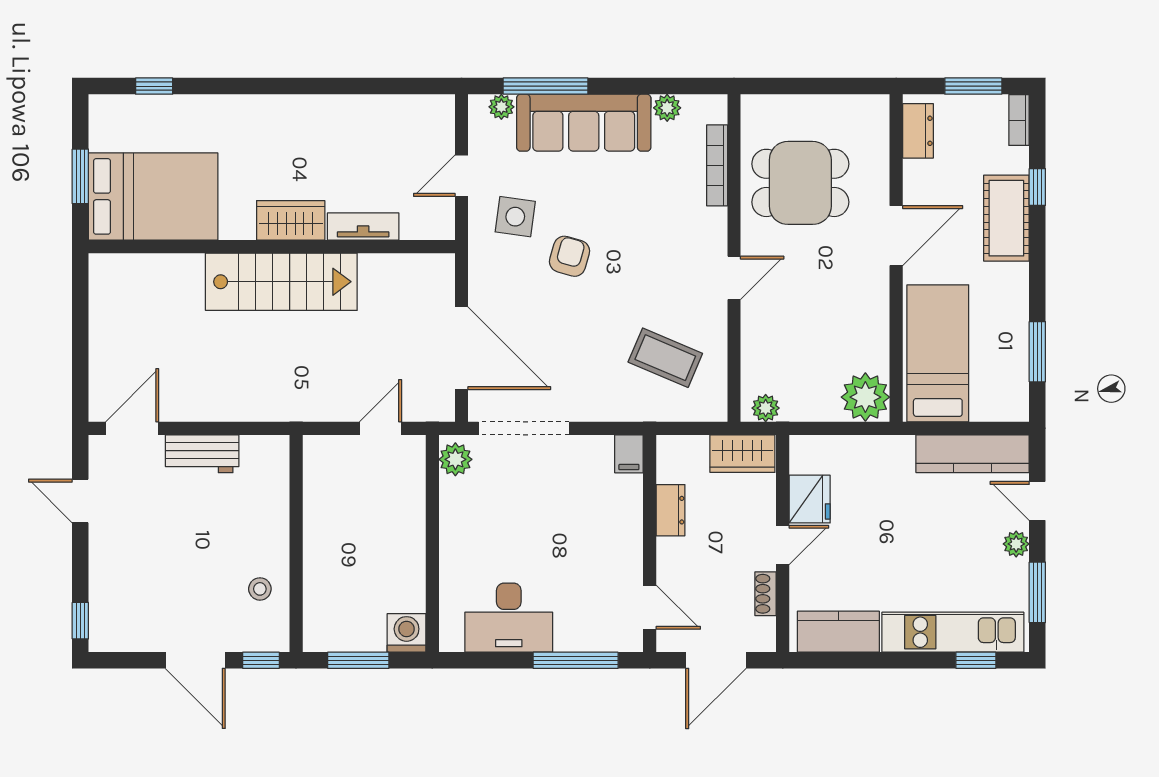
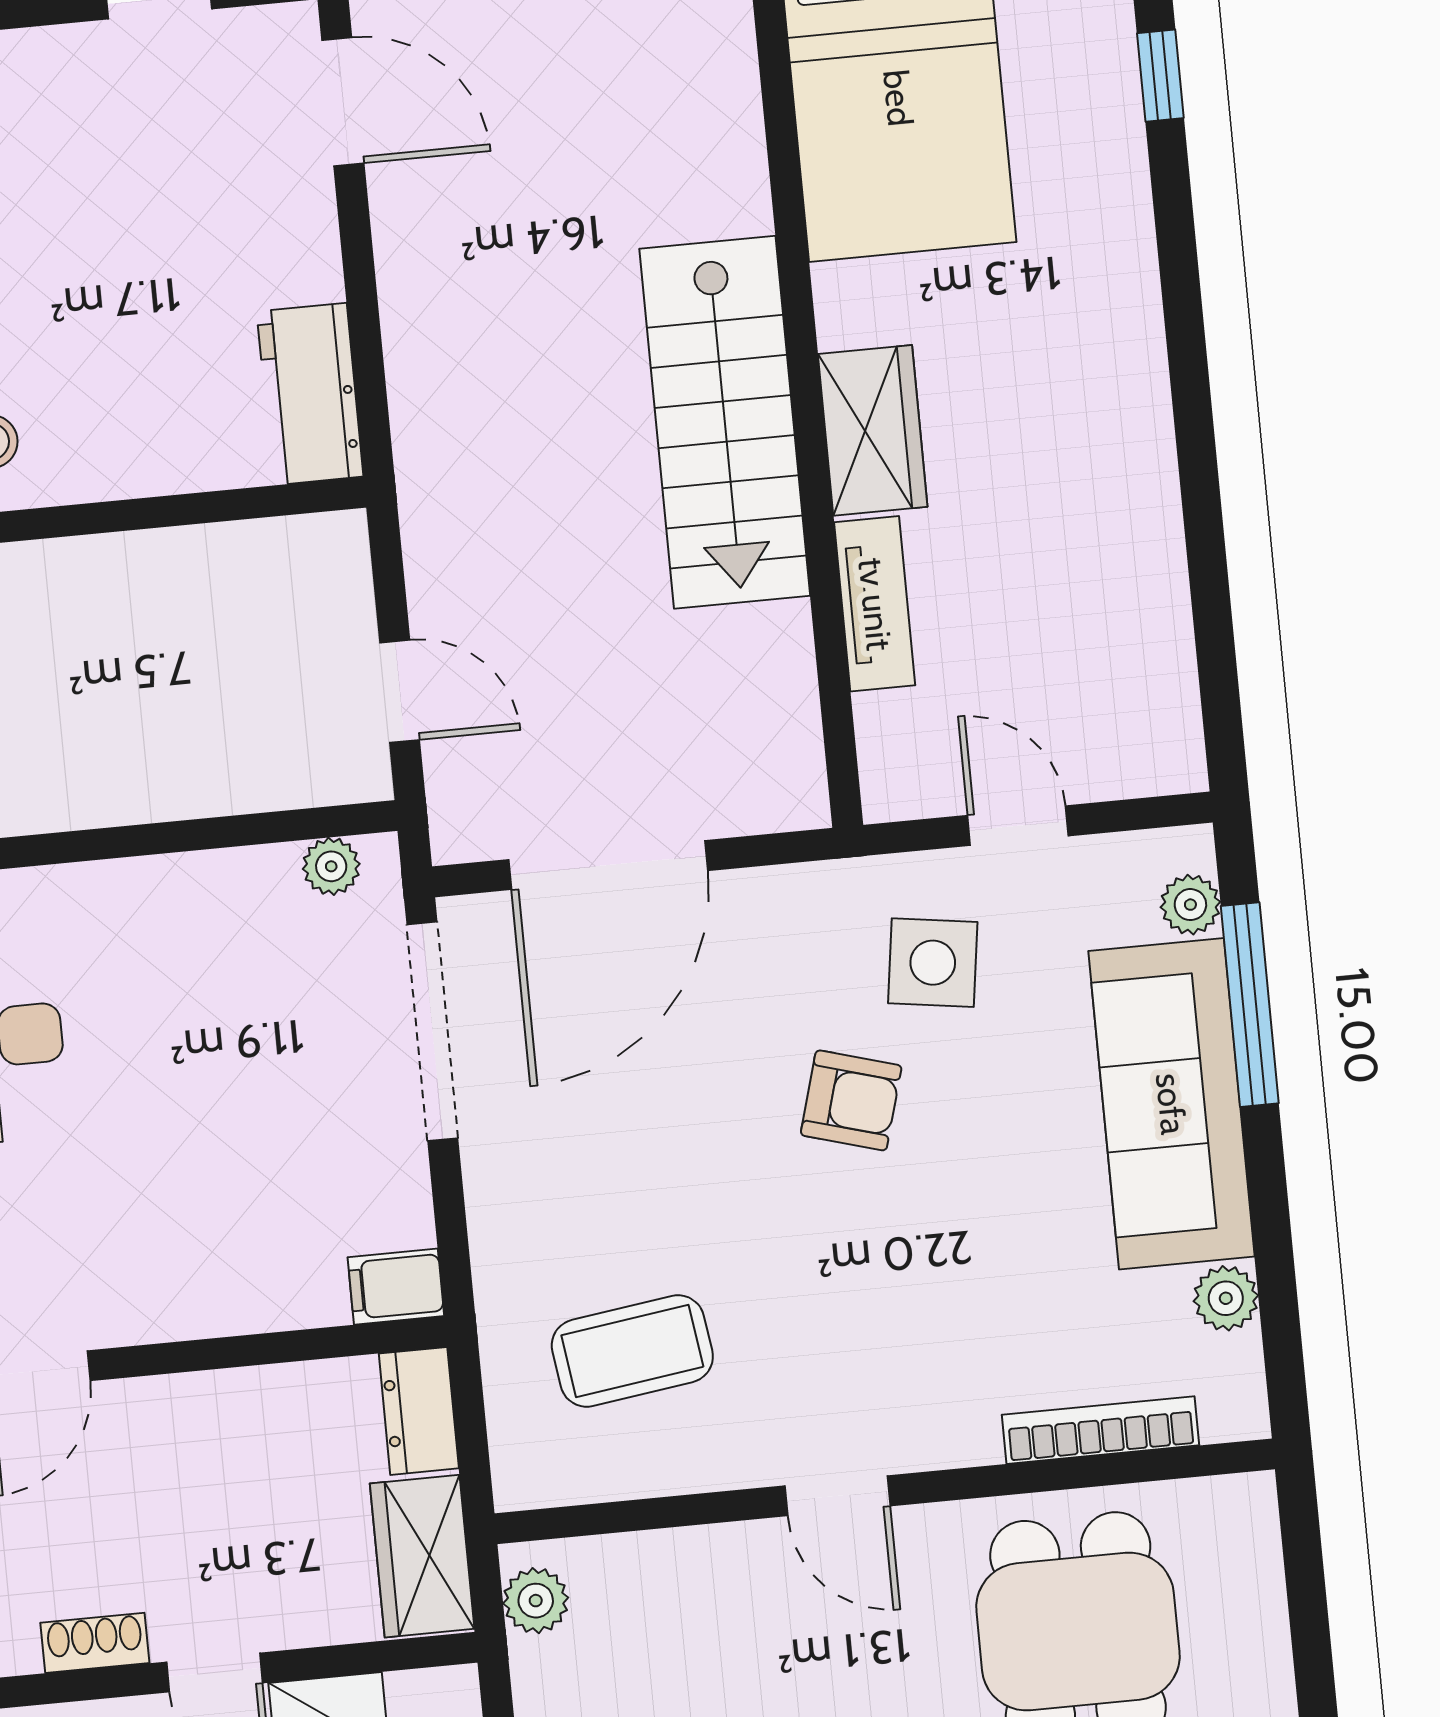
coffee table: (665, 358) -> (632, 1351), turned 59
workbench: (202, 454) -> (310, 394), moved
plant: (455, 459) -> (331, 866), width x0.73, depth x0.73
dresser: (671, 510) -> (419, 1411), moved, turned 90

